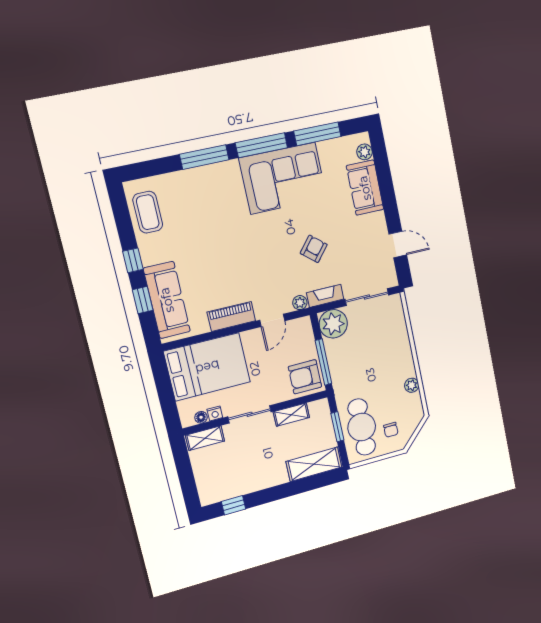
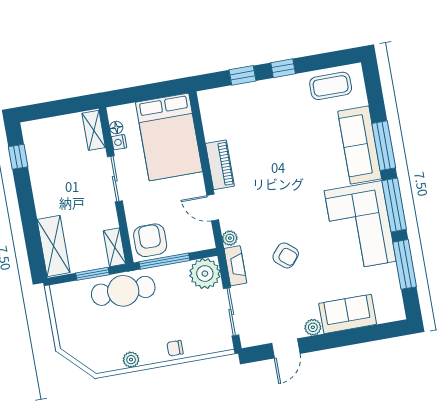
plant: (365, 152) -> (313, 327), moved
sofa: (167, 300) -> (360, 145), moved, turned 90
shelving: (291, 415) -> (115, 247), moved
cafe table: (362, 427) -> (123, 291), moved
chair: (391, 430) -> (175, 348), moved

